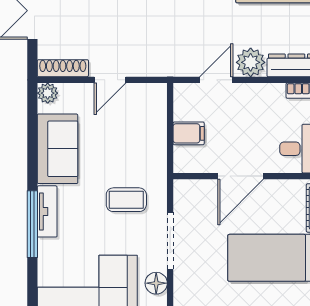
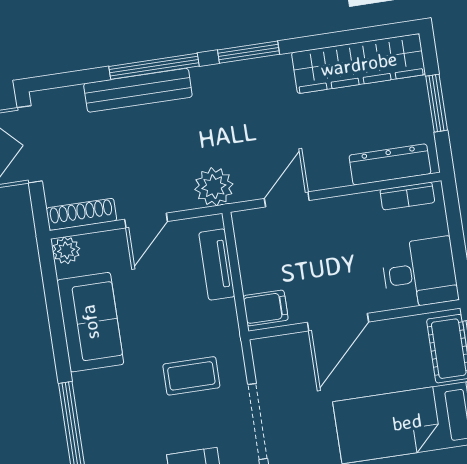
plant: (251, 62) -> (214, 187), moved
filing cabinet: (189, 133) -> (266, 308), moved
tv unit: (47, 211) -> (217, 265), moved, turned 180

